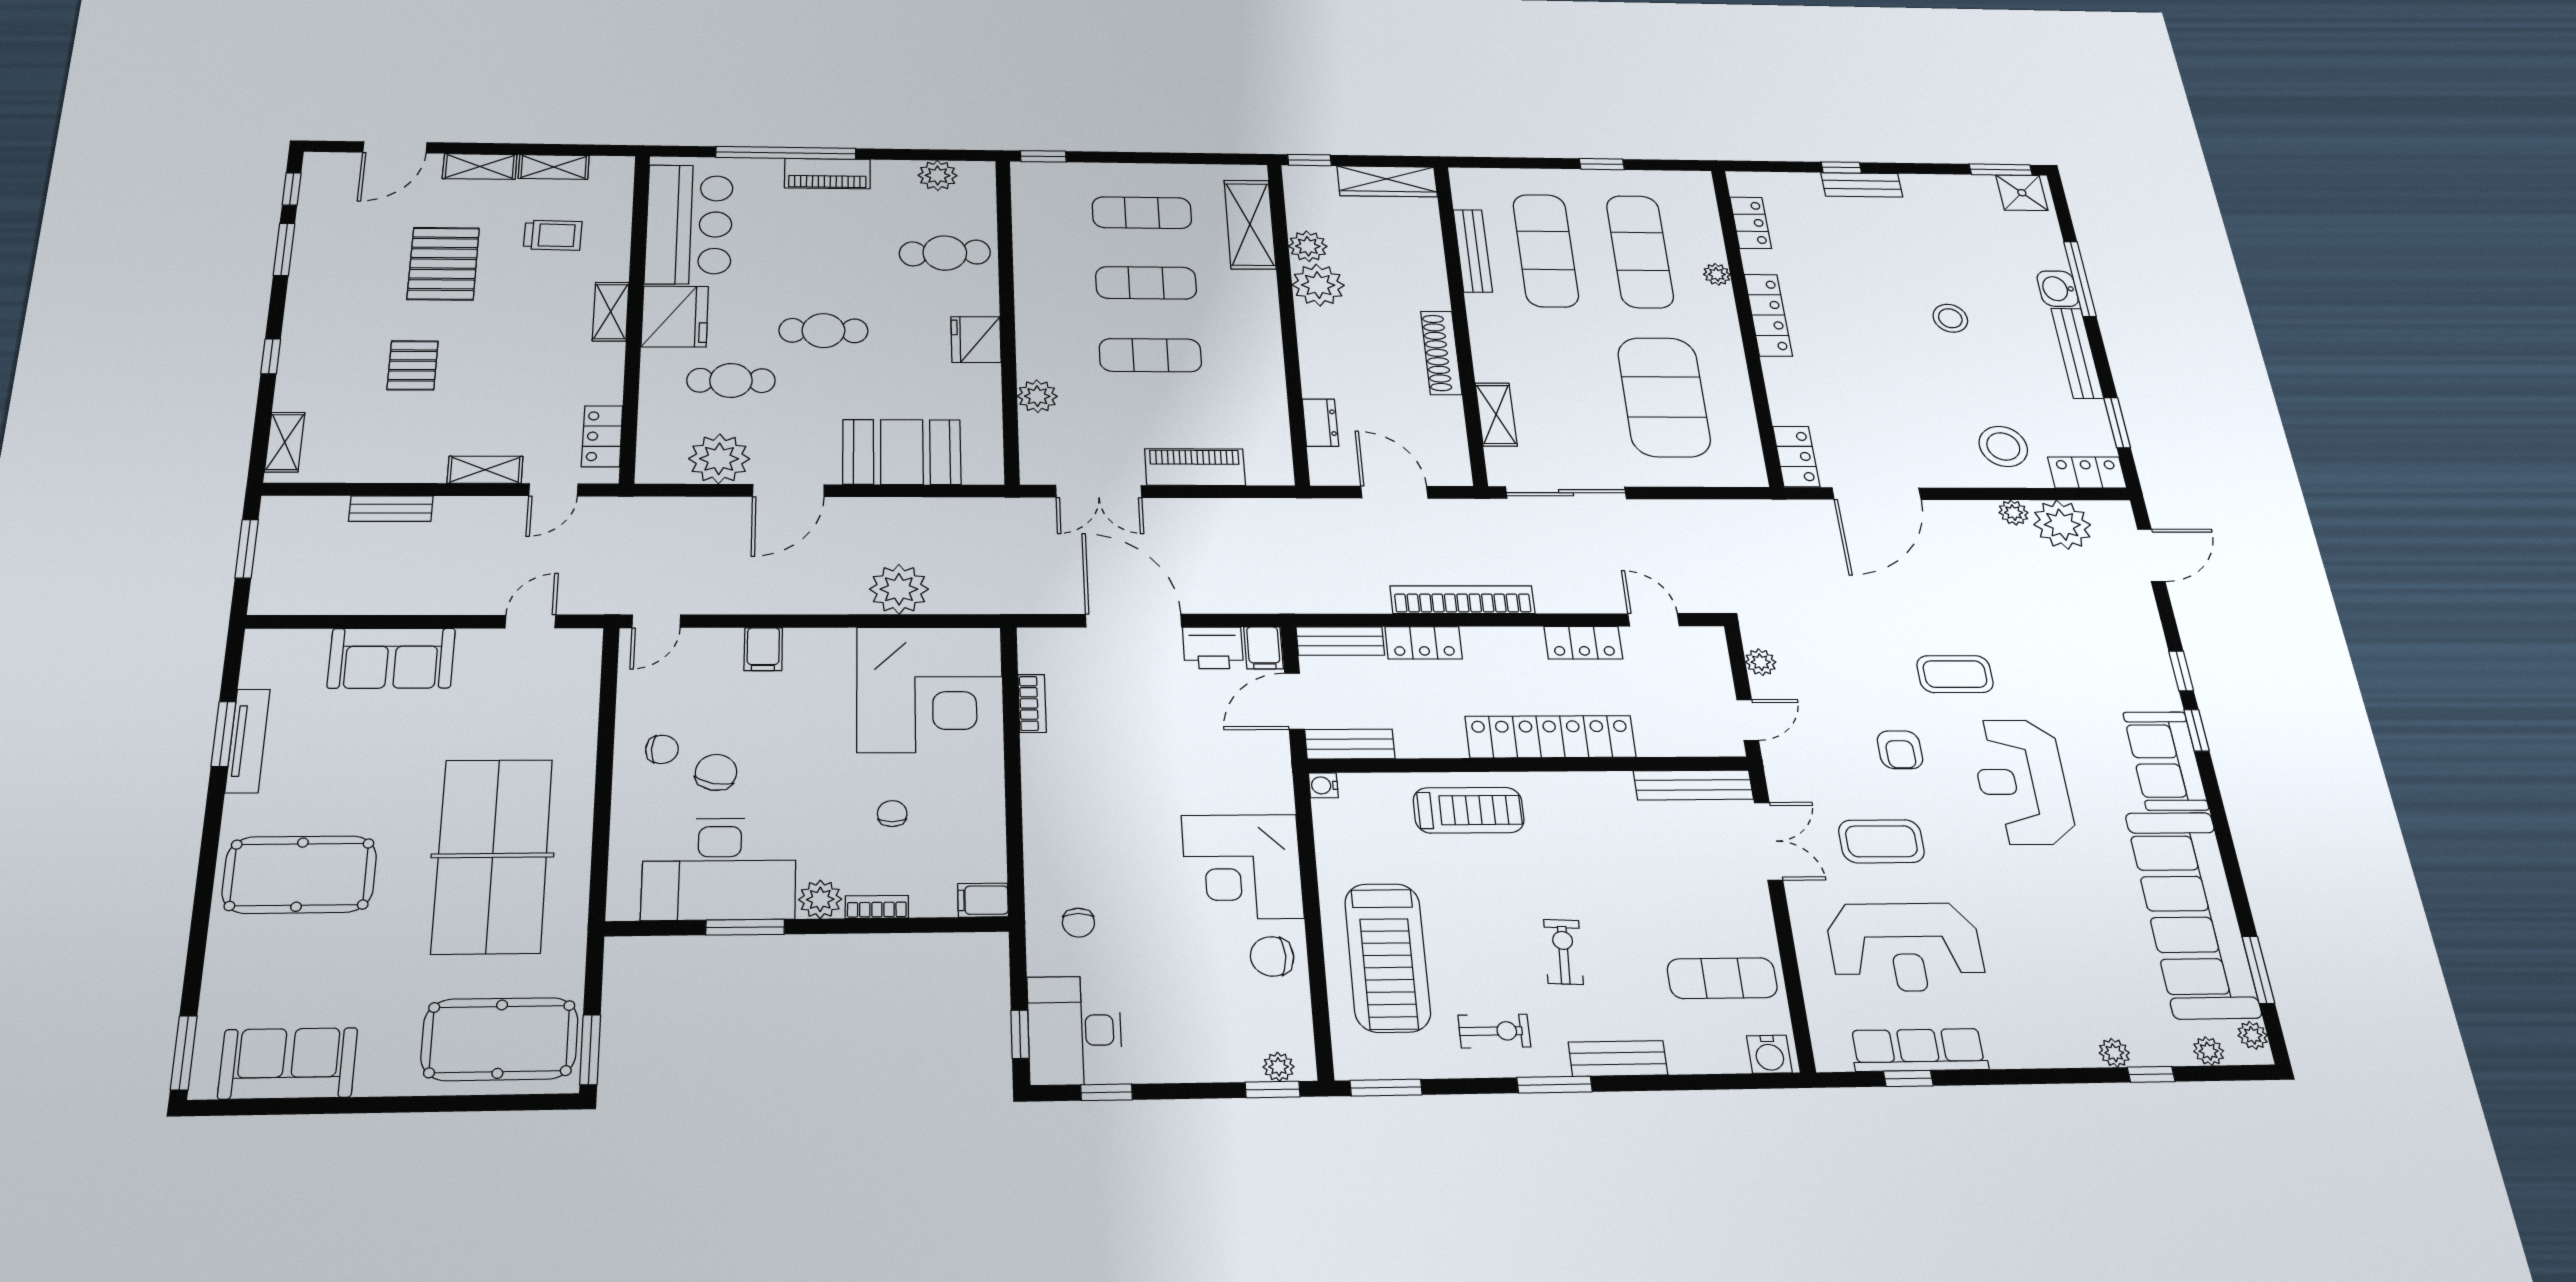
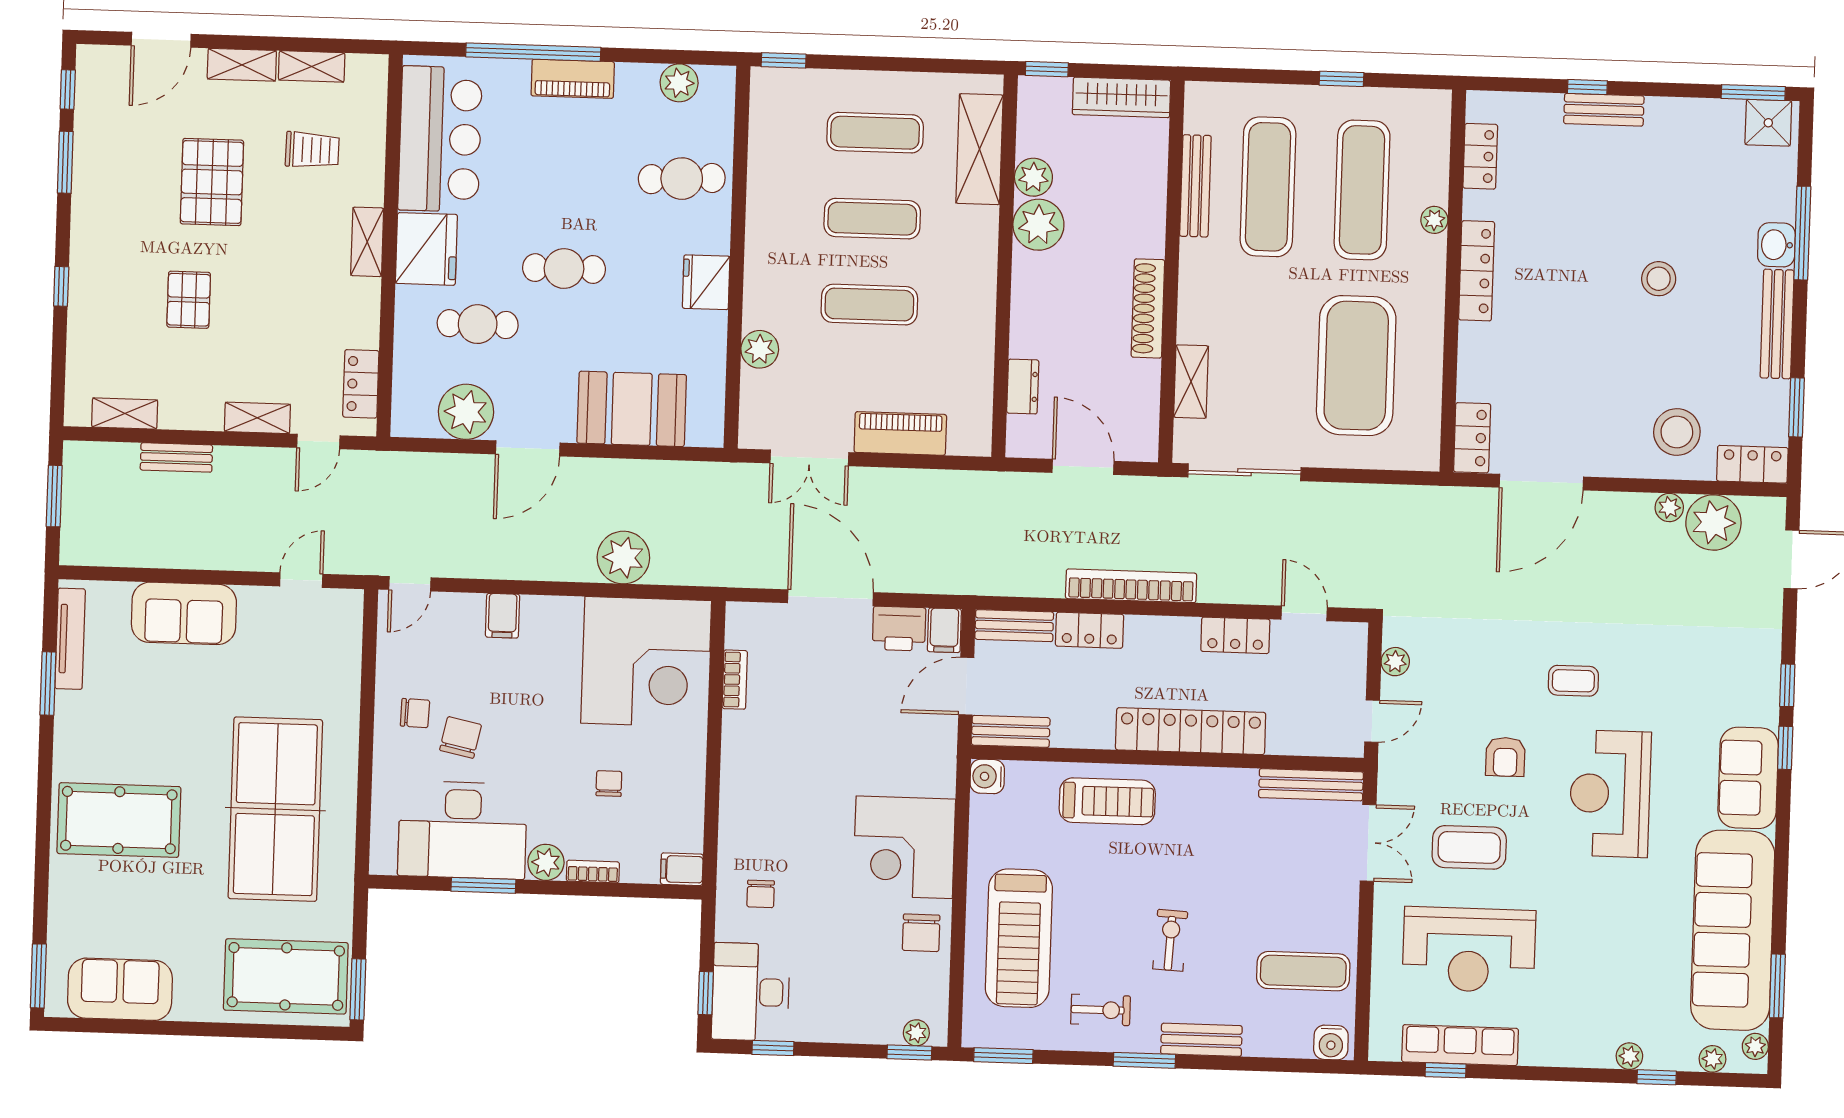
shelving: (285, 442) -> (125, 413), moved, turned 90
coffee table: (1955, 674) -> (1573, 681), width x0.73, depth x0.77
tv unit: (248, 741) -> (70, 639), moved
water cooler: (1323, 785) -> (987, 776), width x1.38, depth x1.38
chair: (1272, 956) -> (921, 933), turned -90

